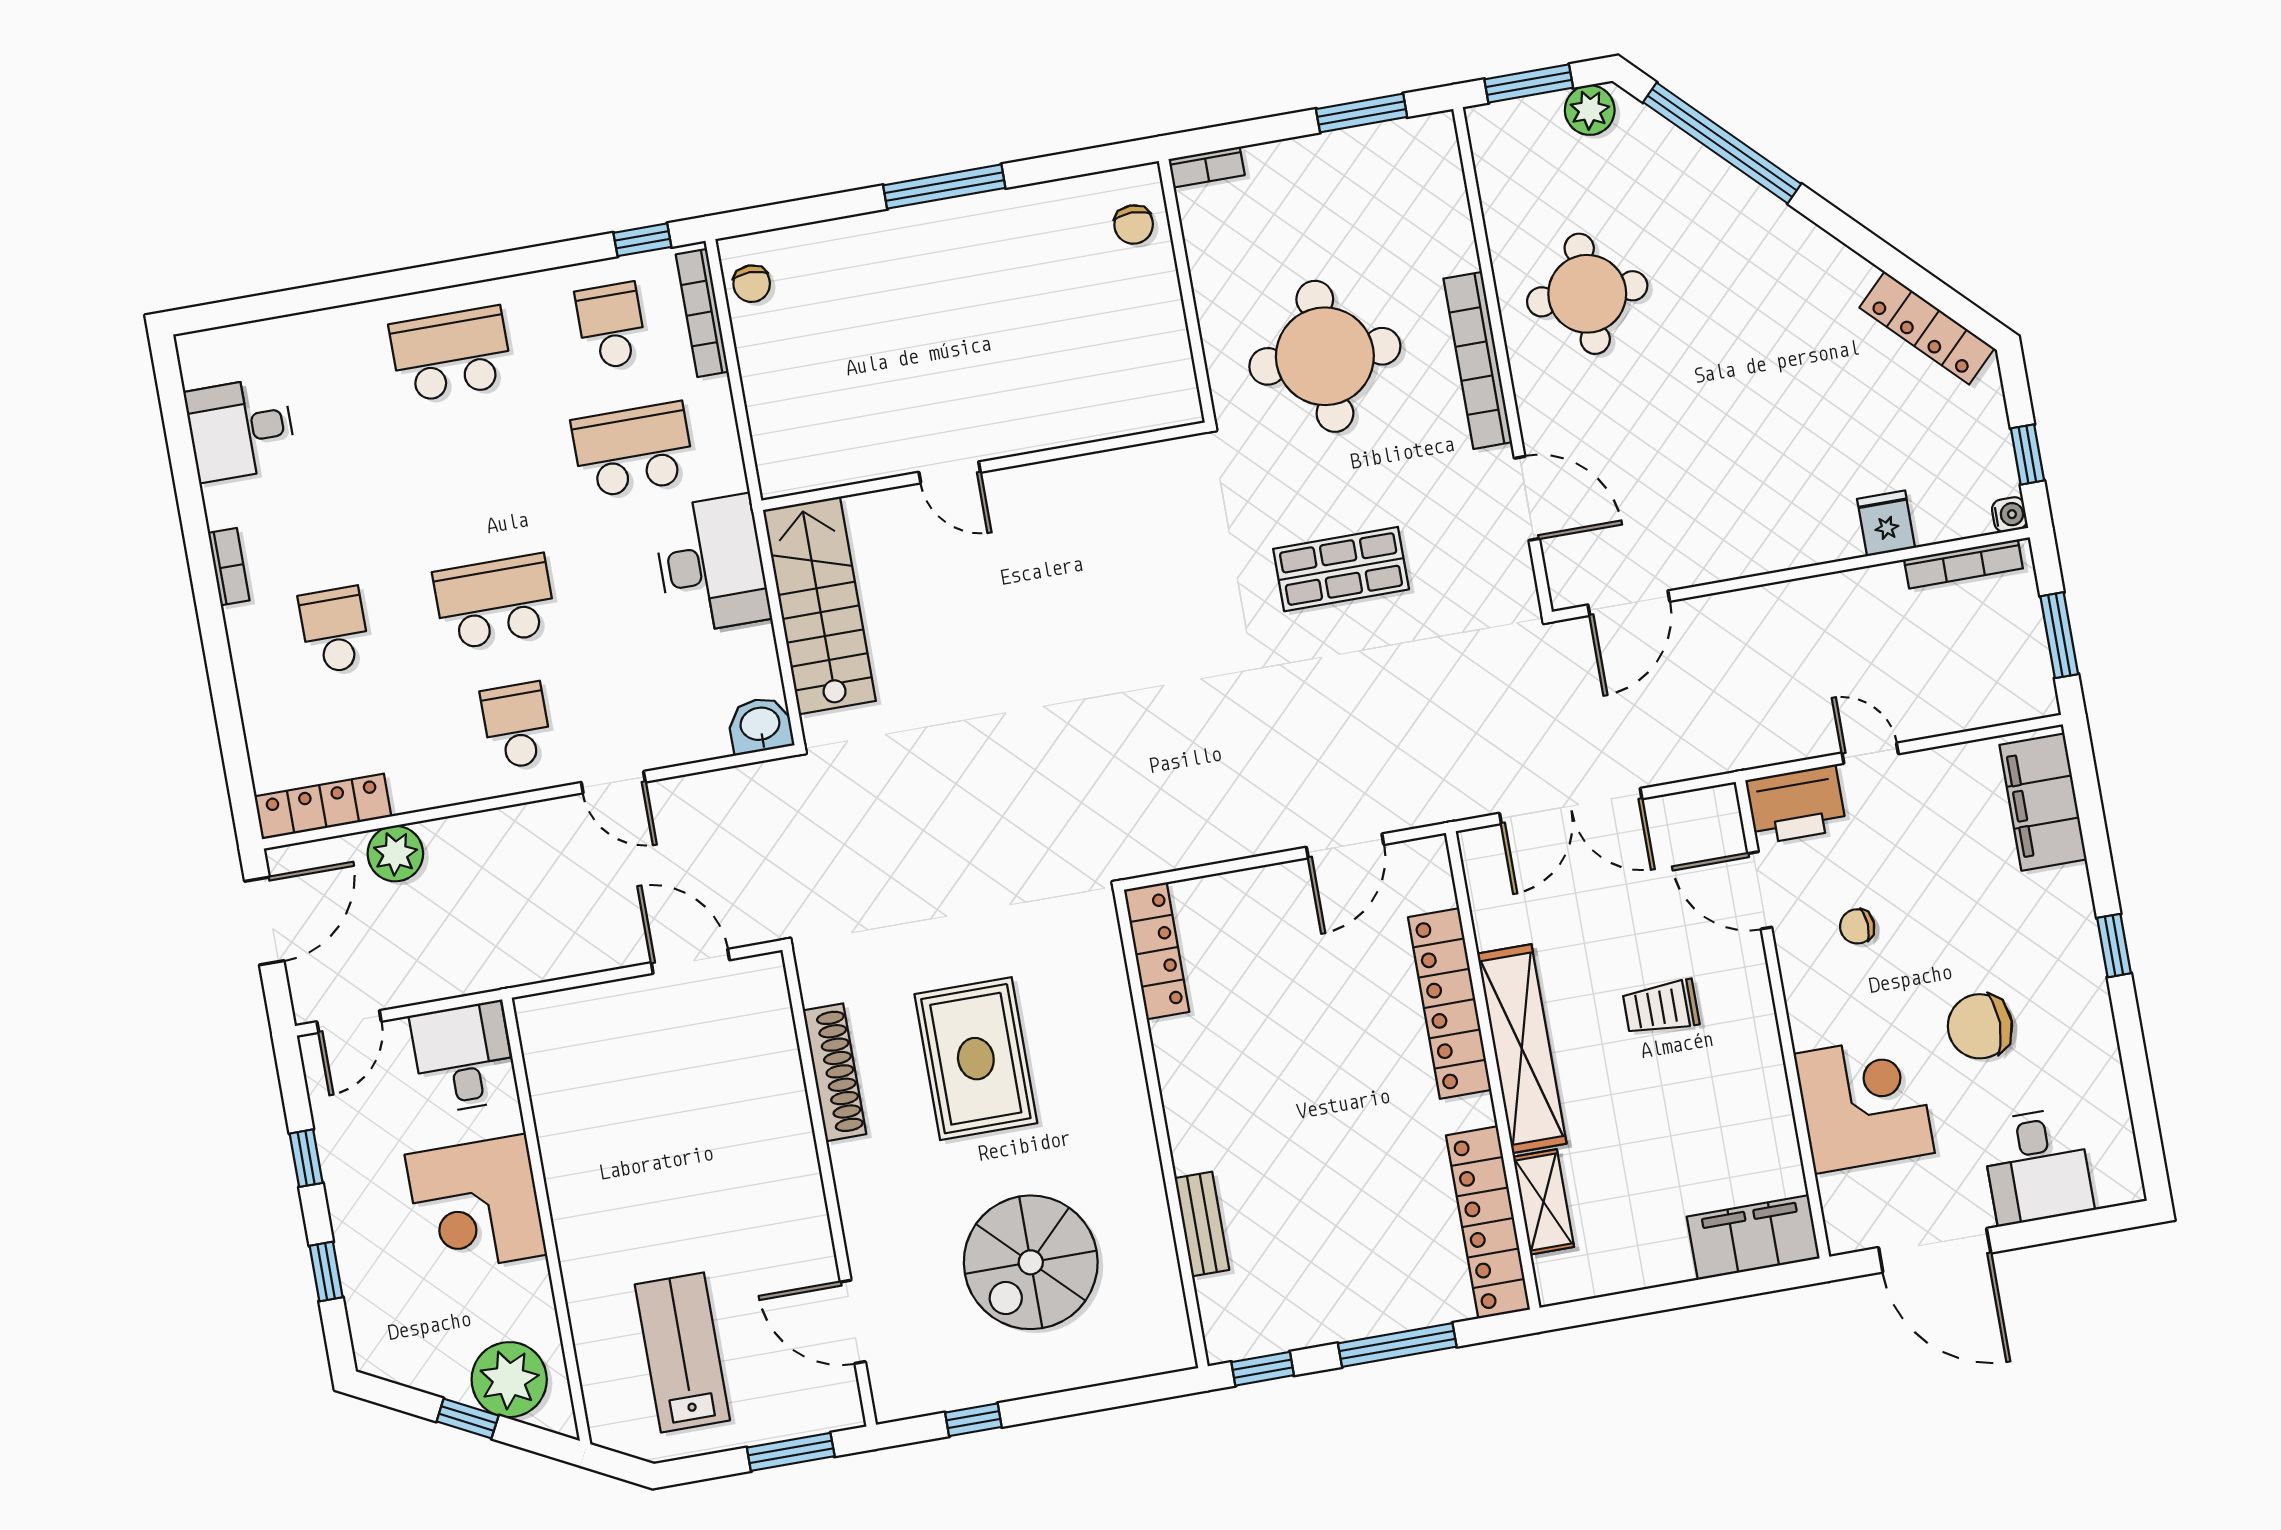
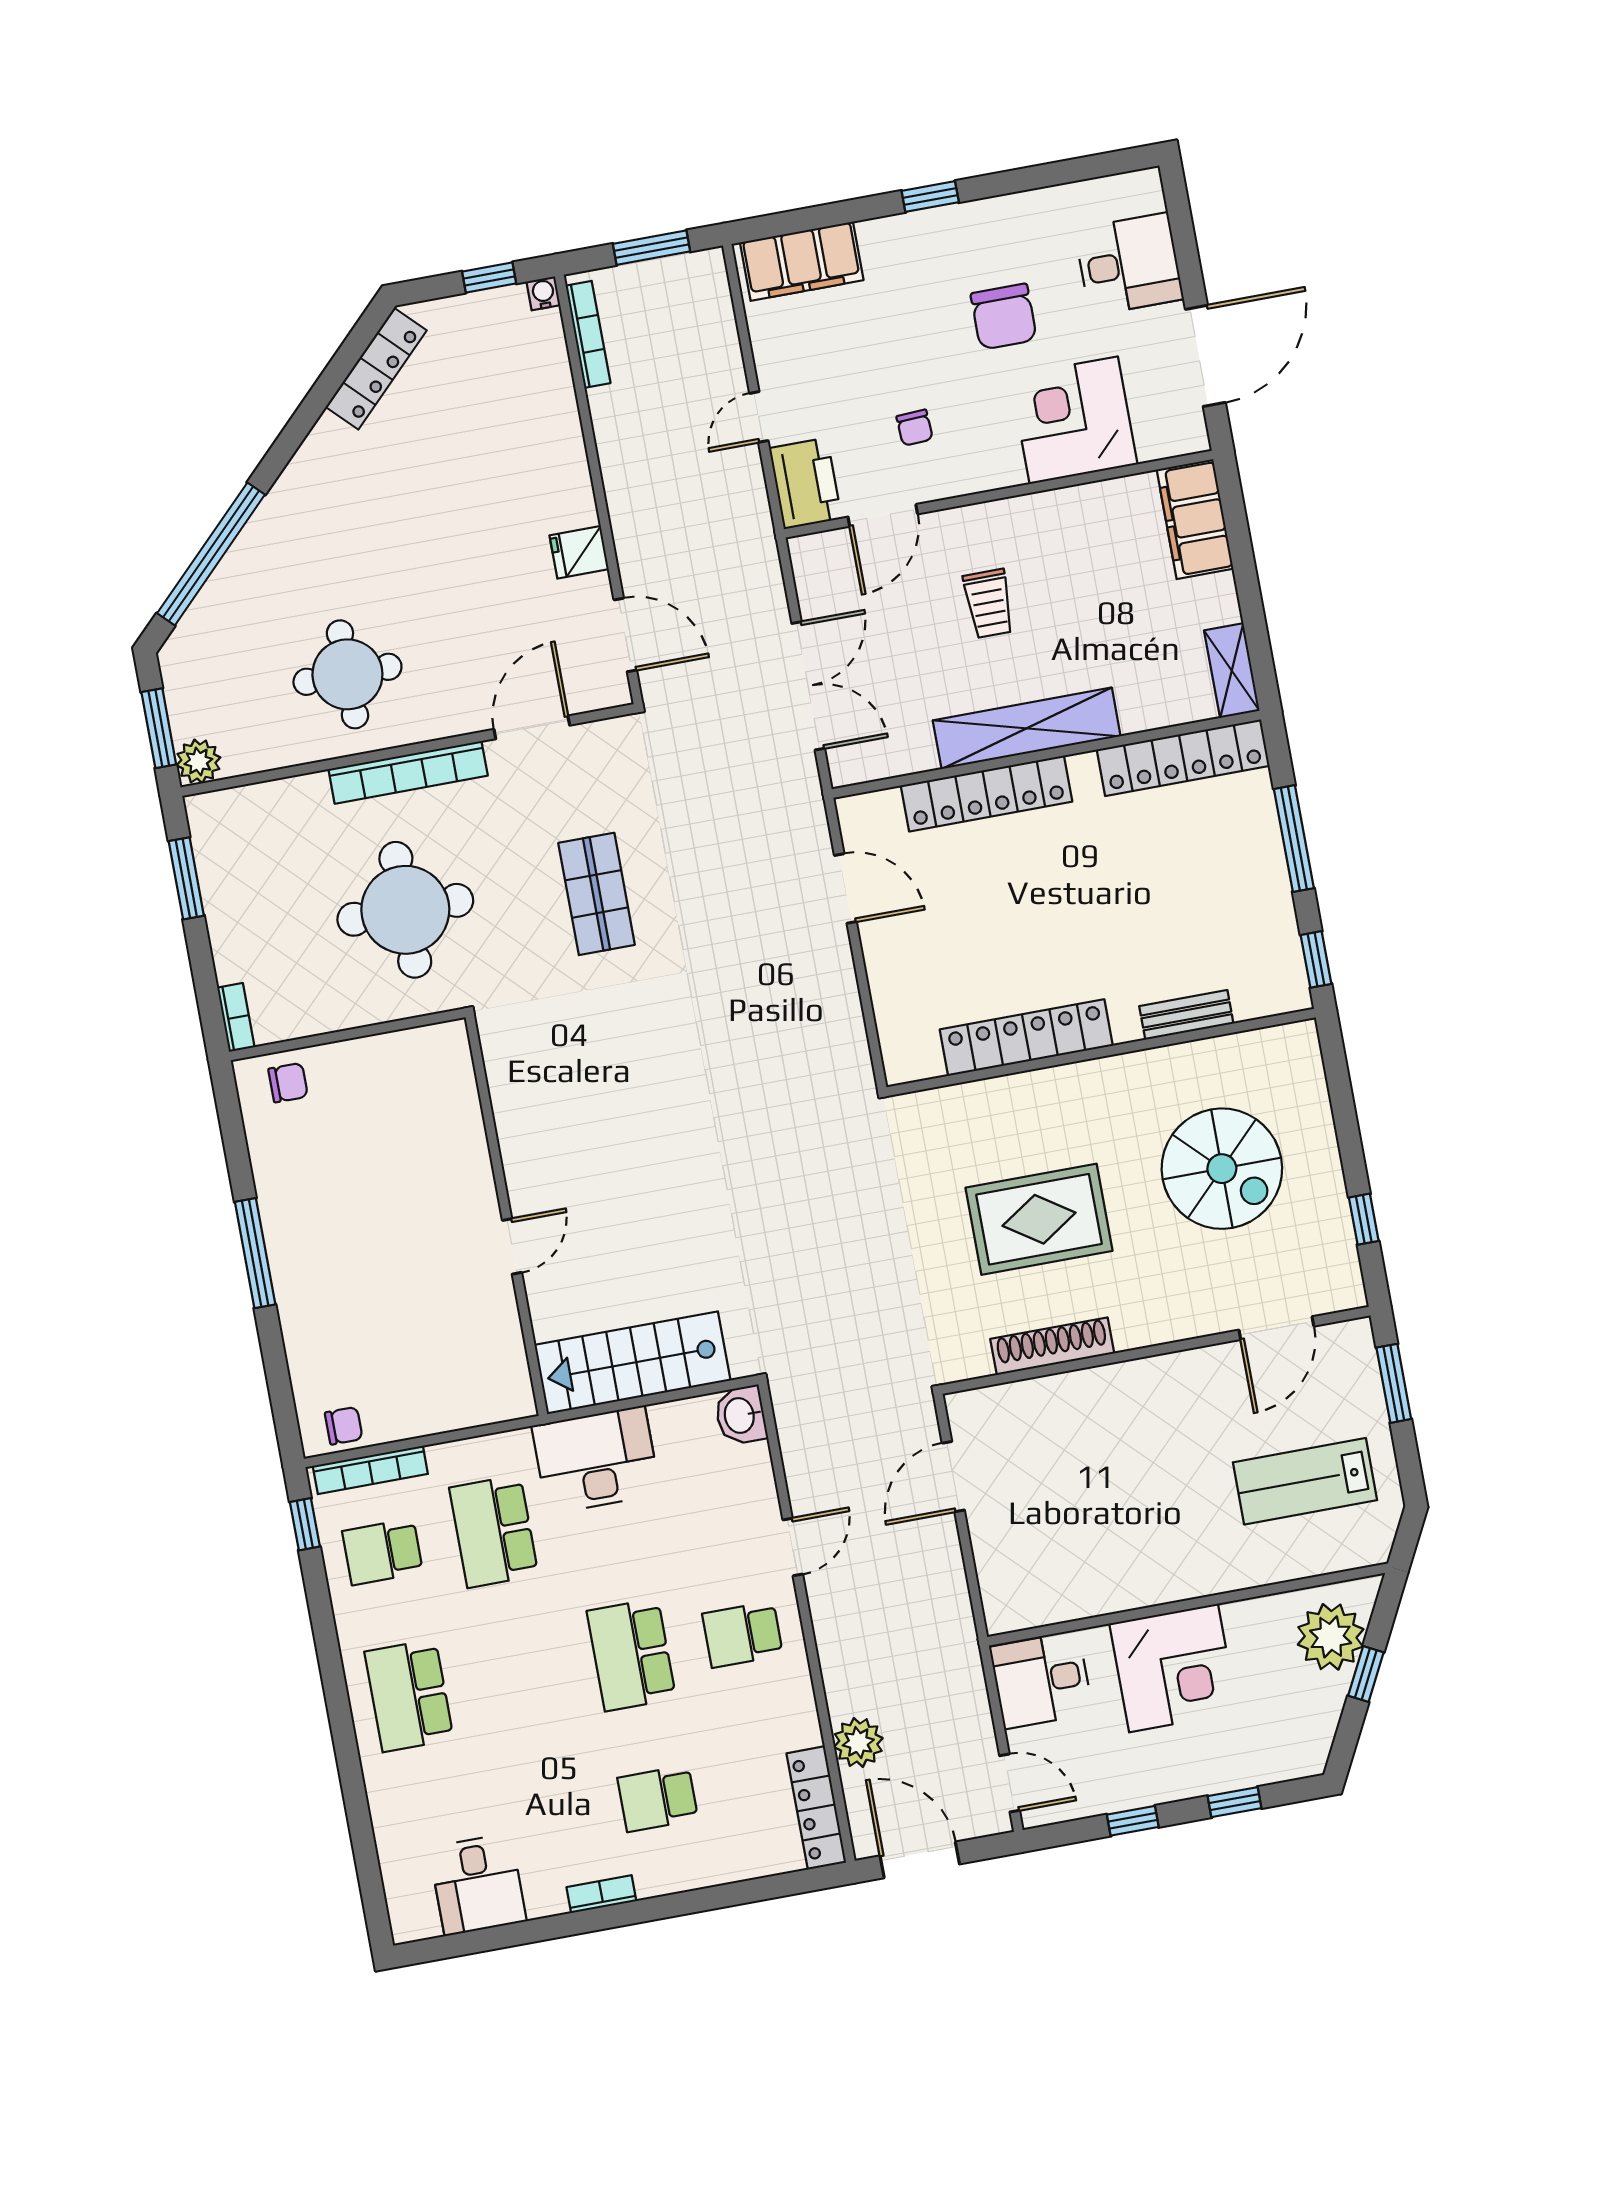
plant: (1590, 110) -> (198, 761), moved
fridge: (1886, 523) -> (579, 552), moved
locker: (1157, 951) -> (1026, 1038), moved, width x1.41, depth x1.21
shelving: (1543, 1202) -> (1232, 671), moved, turned 90

